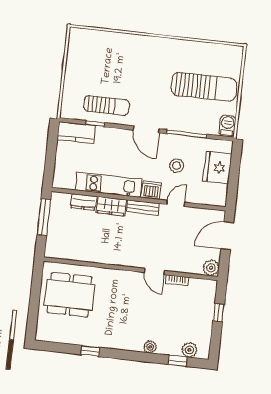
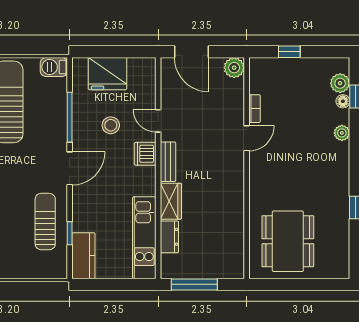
kitchen unit: (109, 185) -> (144, 238), moved
floor lamp: (175, 351) -> (343, 101), added

